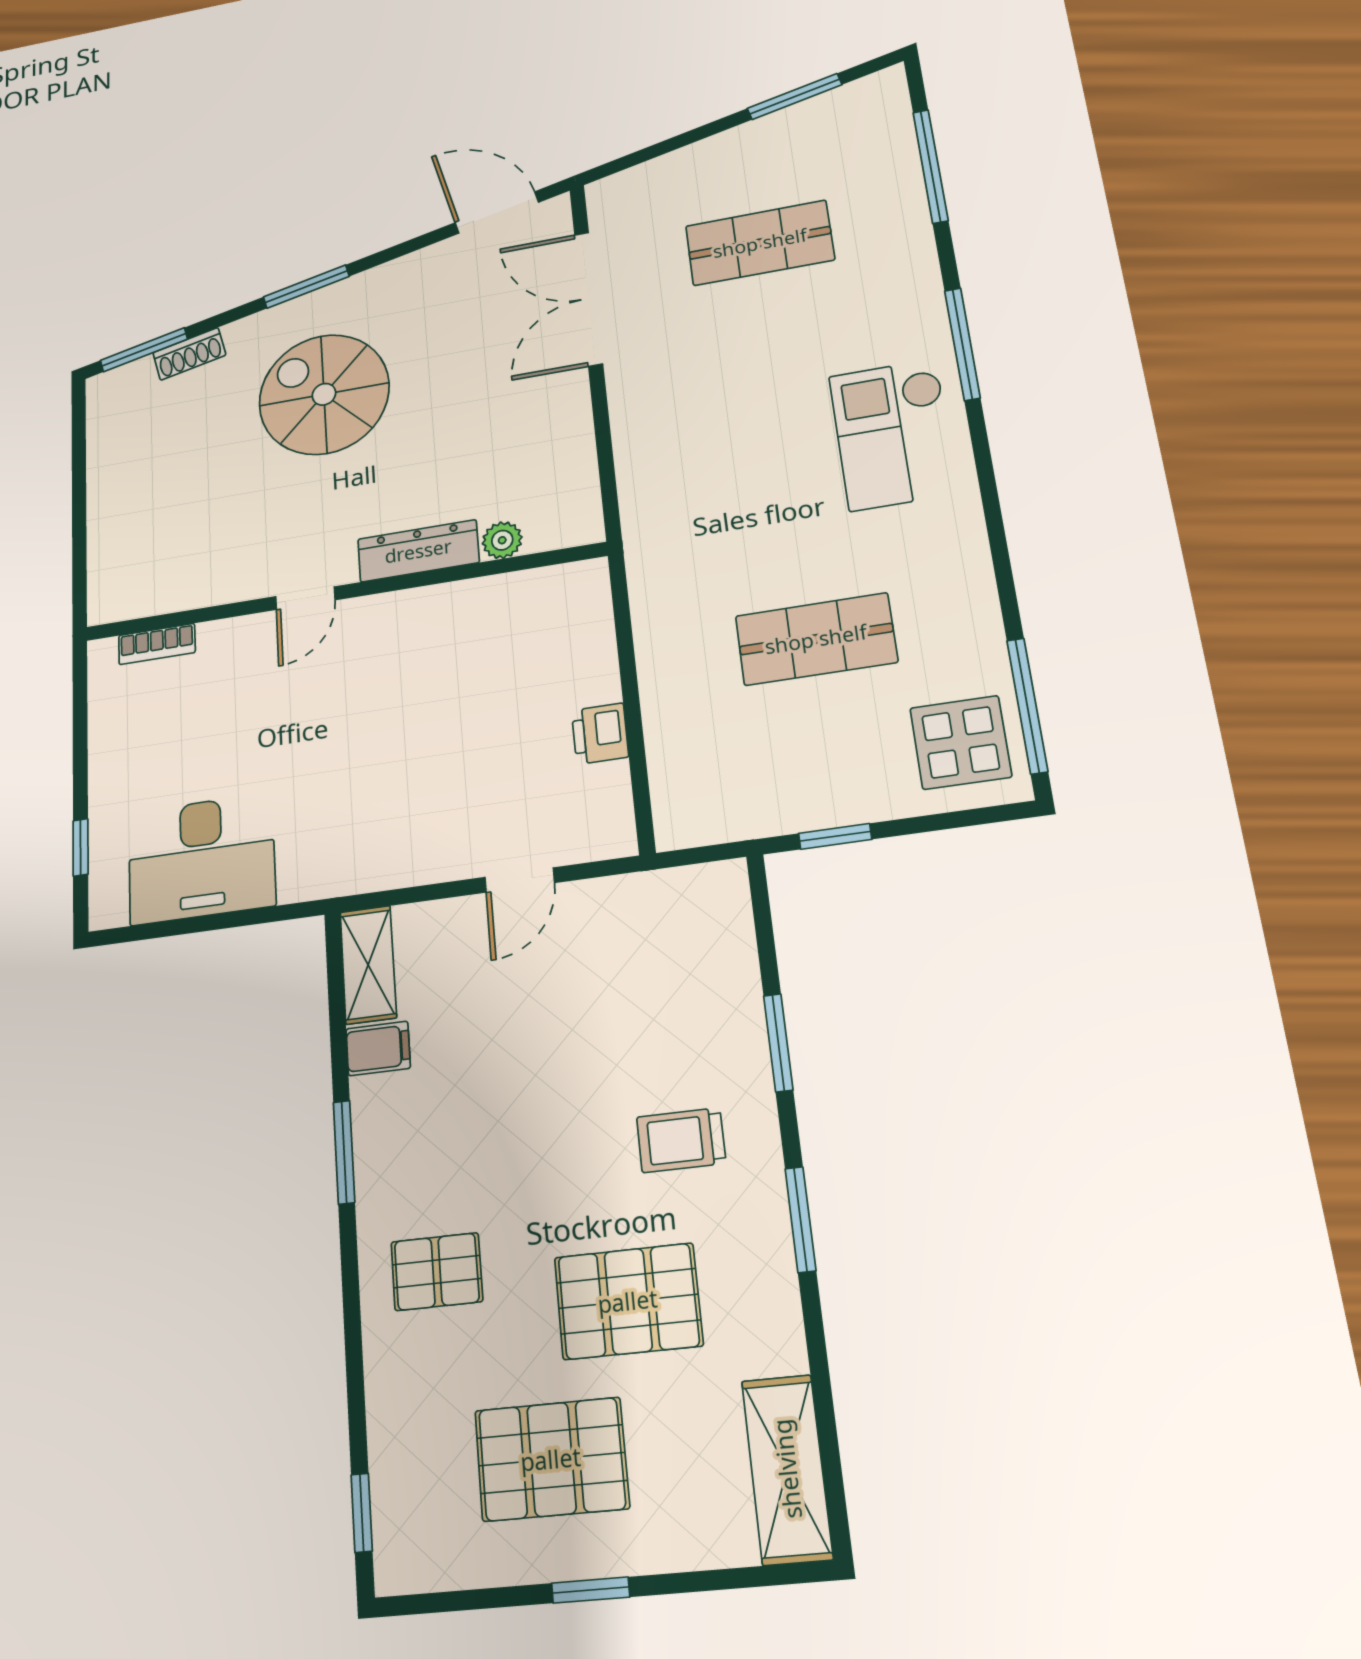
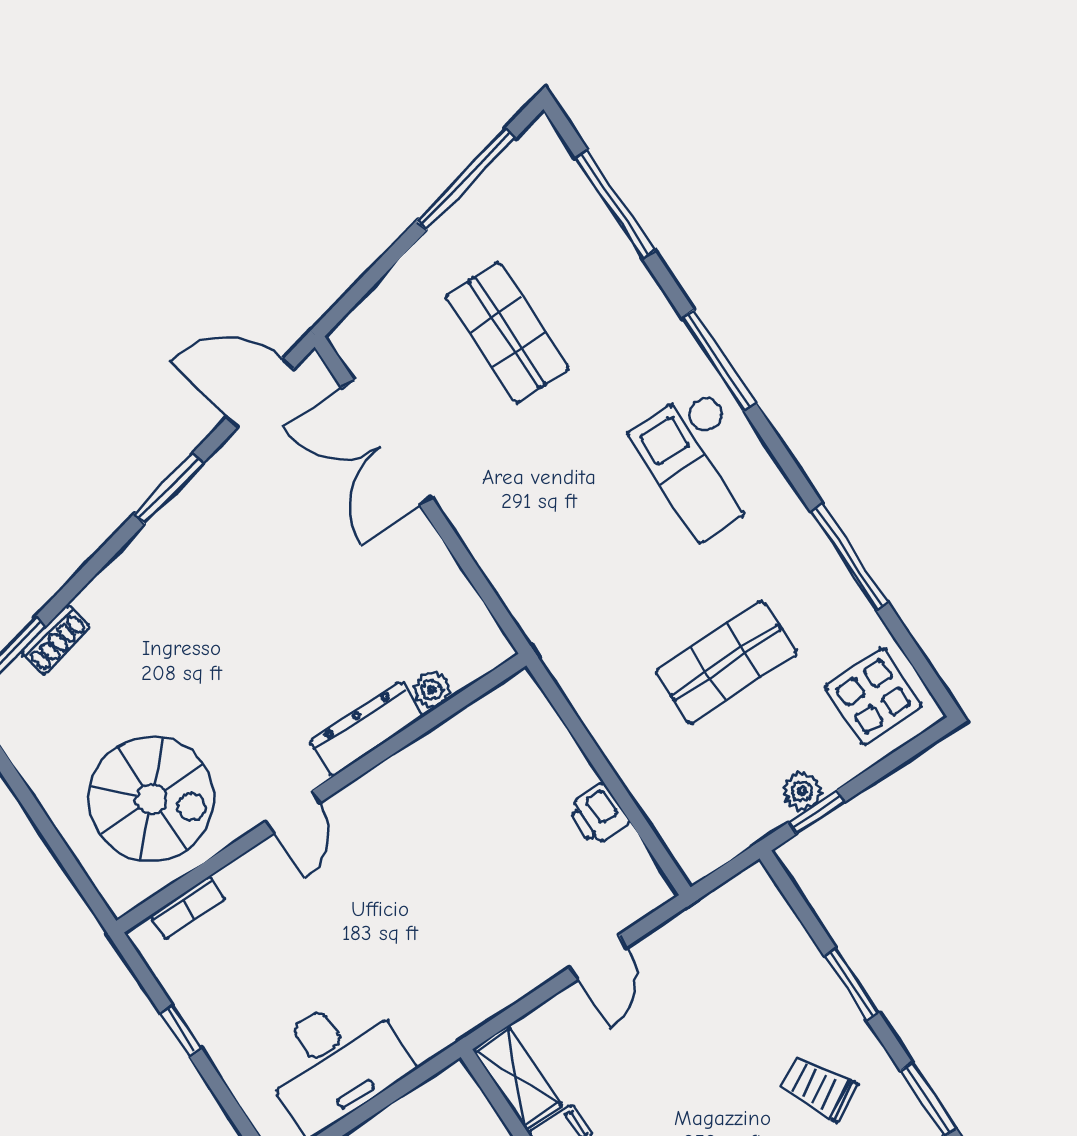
window: (794, 97) -> (466, 179), width x1.44
shop shelf: (760, 243) -> (507, 333), turned 90
window: (306, 287) -> (169, 488), moved
spiral stairs: (324, 394) -> (152, 799), moved, turned 180
window: (1027, 706) -> (849, 557), moved
plant: (830, 807) -> (802, 791), added
window: (81, 847) -> (181, 1031), moved
trolley: (681, 1140) -> (818, 1088), turned 62

